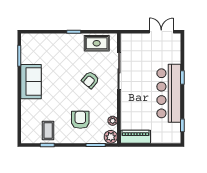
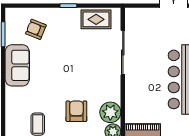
armchair: (90, 80) -> (36, 29), moved, turned 72
plant: (113, 121) -> (110, 112), width x1.87, depth x1.87

